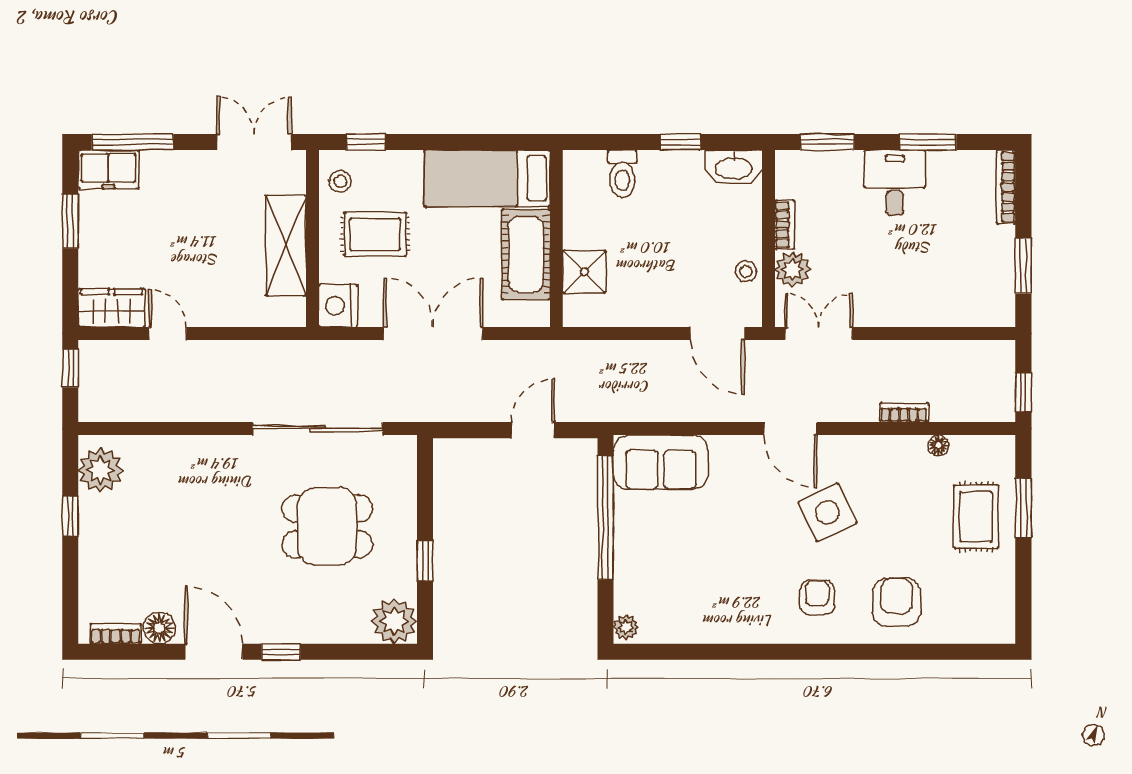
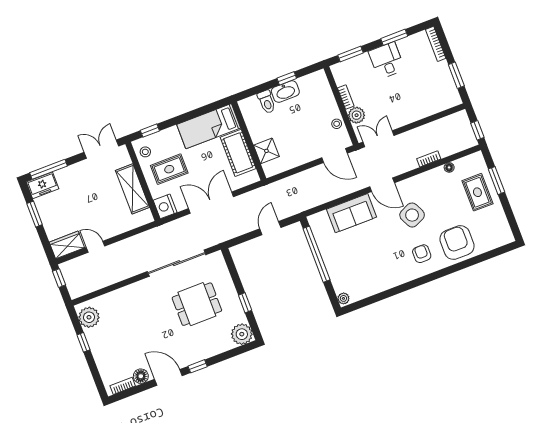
washbasin: (734, 167) -> (285, 91), moved
sofa: (661, 462) -> (351, 213), moved
armchair: (897, 602) -> (457, 243), width x1.36, depth x1.36

